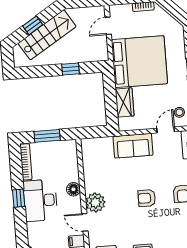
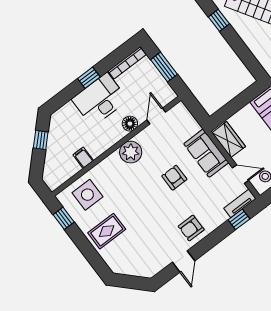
window: (70, 69) -> (219, 20), moved
wardrobe: (125, 102) -> (229, 140), moved, turned -90
armchair: (147, 198) -> (174, 178), moved
door: (85, 222) -> (156, 116), moved

